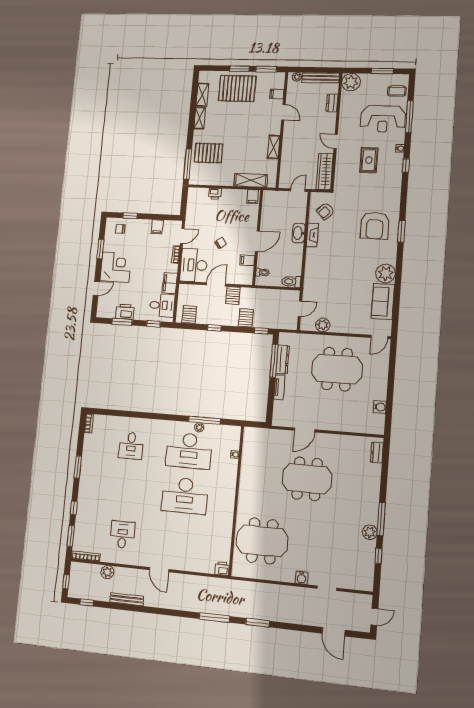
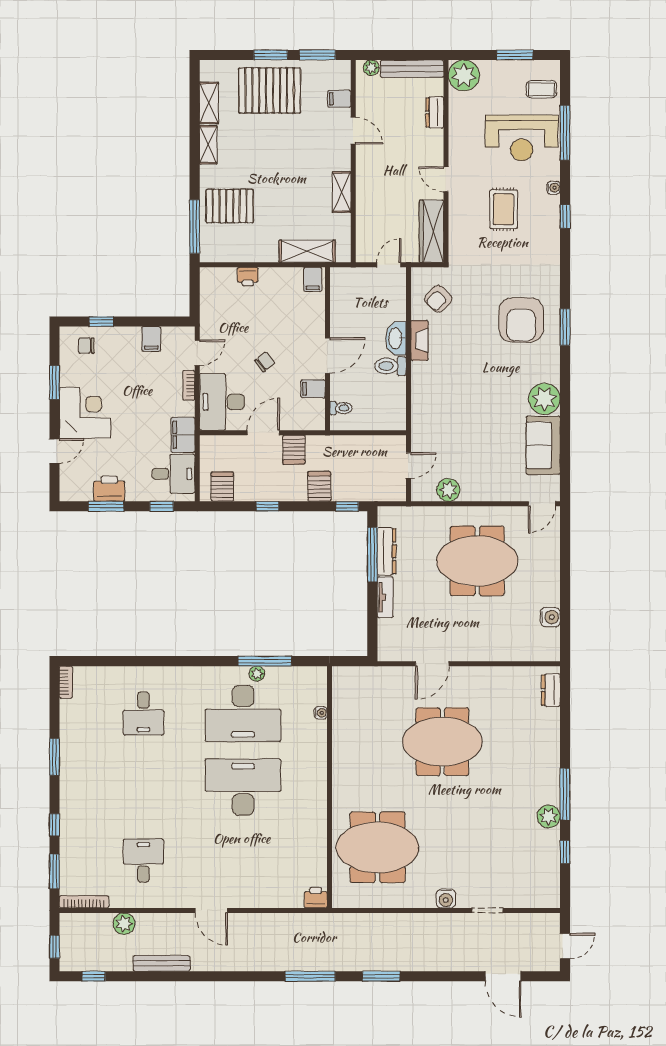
toilet: (291, 282) -> (390, 366), moved
desk: (185, 496) -> (243, 787), turned 180

